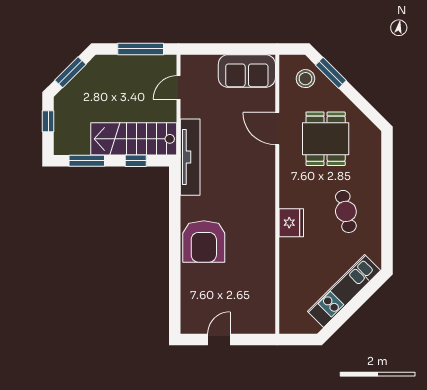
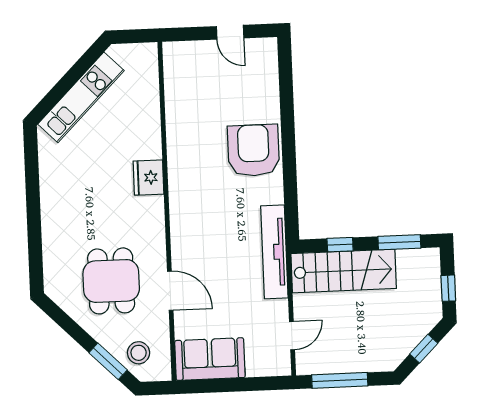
window: (70, 72) -> (424, 349), width x0.67
cafe table: (346, 211) -> (83, 194), removed
door: (219, 340) -> (230, 32), hinge flipped

